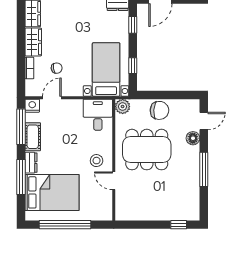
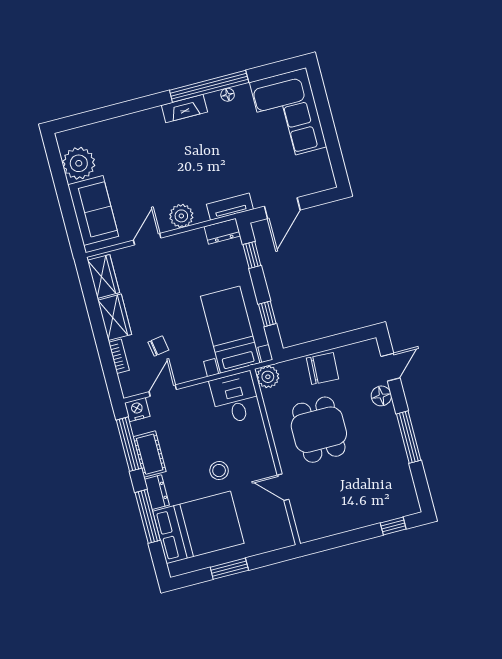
dining table: (147, 150) -> (319, 430), width x0.73
stool: (97, 161) -> (219, 471), moved
window: (65, 225) -> (229, 569), width x0.47

